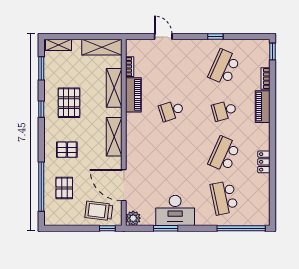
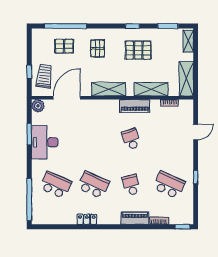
piano: (133, 95) -> (135, 106), moved
school desk: (224, 198) -> (56, 185), turned 36
window: (107, 228) -> (29, 72), moved

